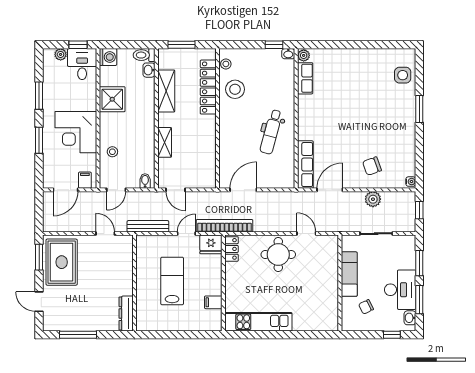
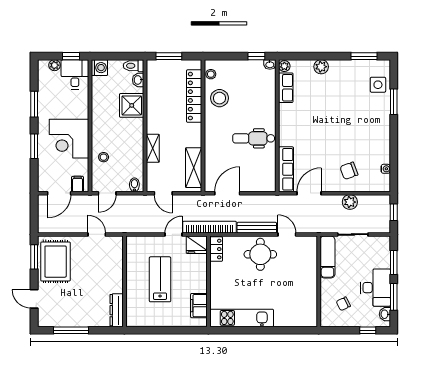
window: (388, 45) -> (364, 56), added
plant: (343, 56) -> (321, 67), added
shelving: (166, 91) -> (194, 168), moved
shower: (112, 99) -> (132, 105), moved
window: (419, 109) -> (394, 102), moved
dental chair: (271, 132) -> (254, 138), turned 75
water cooler: (411, 182) -> (386, 169), moved
bench: (148, 226) -> (257, 228), moved
exam couch: (349, 274) -> (327, 257), moved
filing cabinet: (213, 302) -> (199, 306), width x2.00

